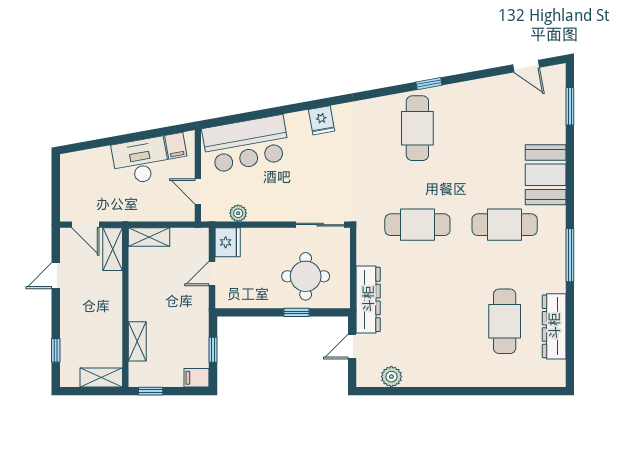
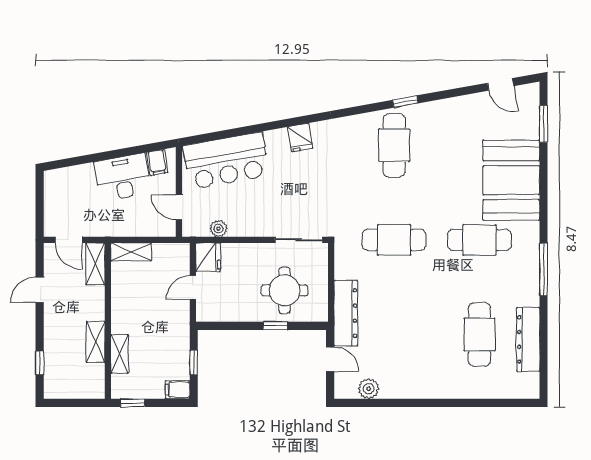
booth: (546, 175) -> (511, 180), width x1.36, depth x1.42
door: (352, 346) -> (330, 359), swing flipped
shelving: (101, 378) -> (96, 342), moved, turned 90

